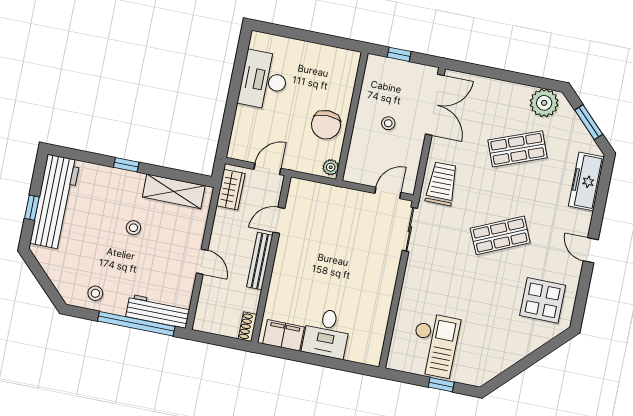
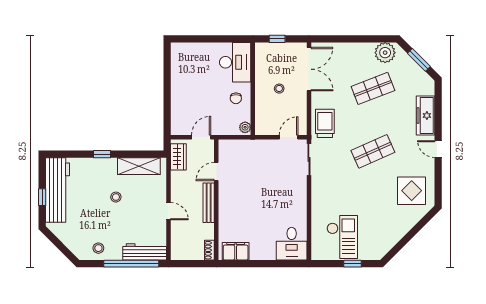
desk: (264, 80) -> (235, 62), moved, turned 180
chair: (326, 125) -> (236, 98), width x0.54, depth x0.54
freezer: (586, 181) -> (426, 115), moved
desk: (327, 333) -> (292, 244), moved

